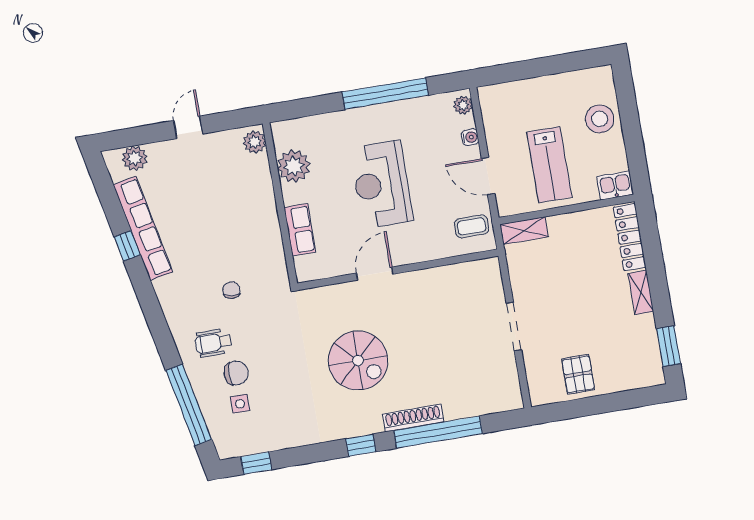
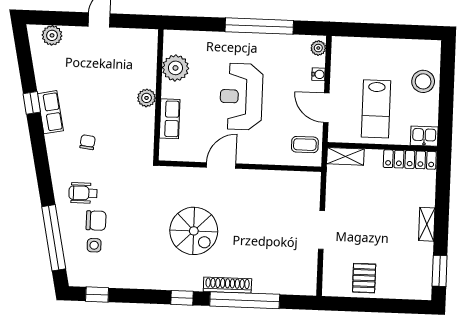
plant: (254, 142) -> (147, 98), moved
row of seats: (143, 228) -> (50, 112), width x0.50
locker: (630, 237) -> (410, 160), moved, turned -90
chair: (231, 290) -> (88, 142), moved

